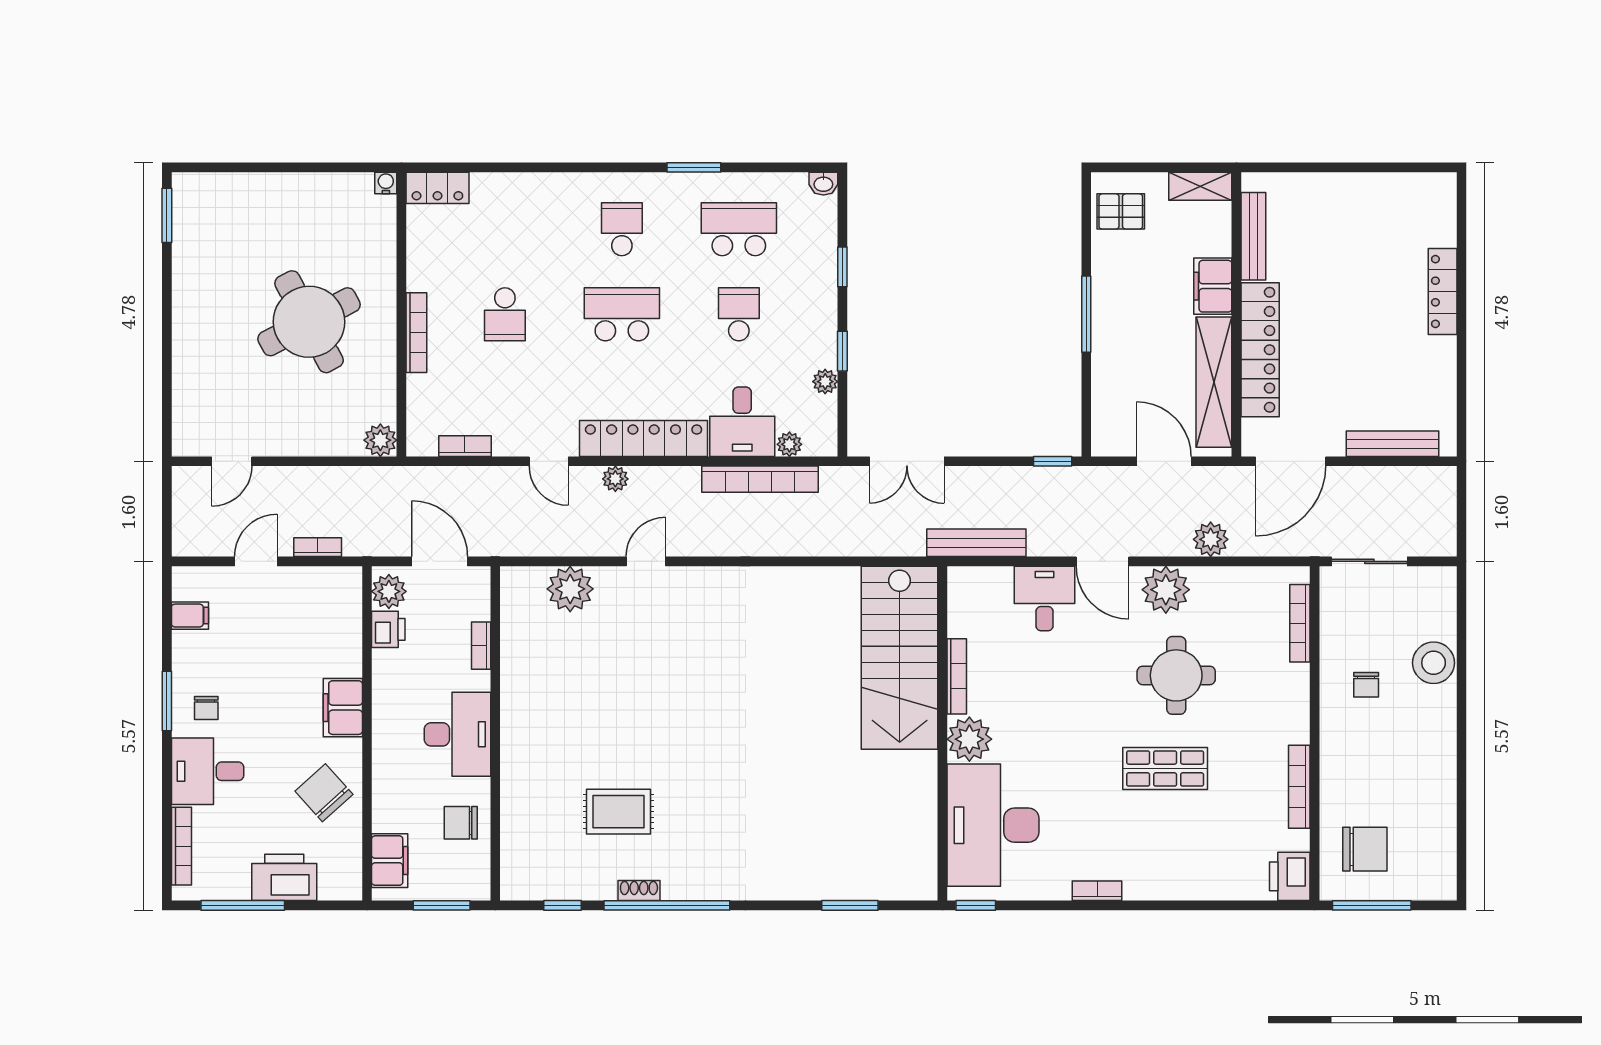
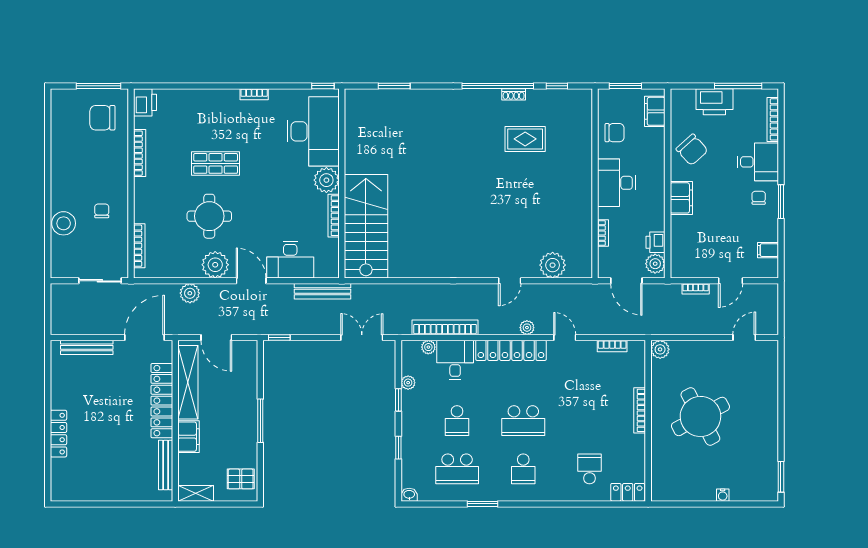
water cooler: (386, 183) -> (723, 495), moved
school desk: (505, 314) -> (590, 469), moved
desk: (1044, 599) -> (290, 260), width x1.37

